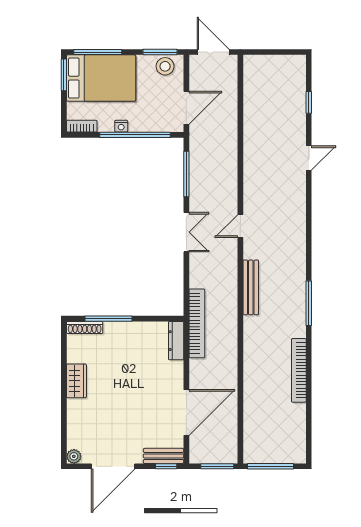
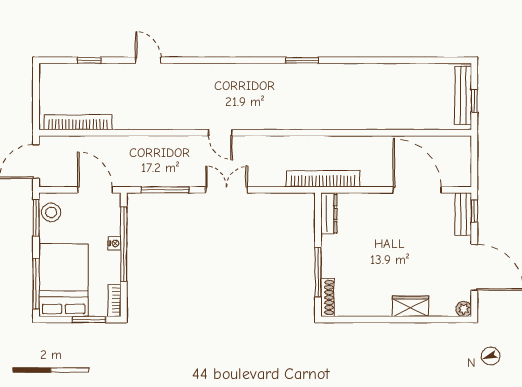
window: (64, 75) -> (89, 319), moved
nightstand: (121, 126) -> (114, 243), moved
bench: (251, 287) -> (463, 95), moved, turned 90
window: (309, 303) -> (302, 60), width x0.69
dresser: (176, 341) -> (329, 214), moved, turned -90
bookcase: (299, 370) -> (78, 122), moved, turned 180
wardrobe: (76, 381) -> (411, 306), moved
window: (217, 466) -> (474, 157), removed
window: (270, 466) -> (474, 101), width x0.46

